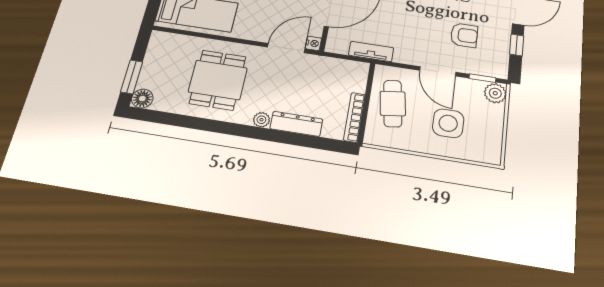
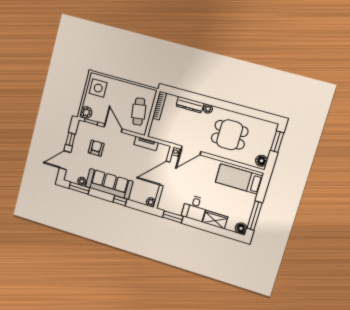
armchair: (464, 35) -> (96, 148), turned 90
dining table: (218, 80) -> (230, 135), turned 90
floor lamp: (142, 99) -> (261, 161), moved
side table: (448, 123) -> (98, 88), moved

